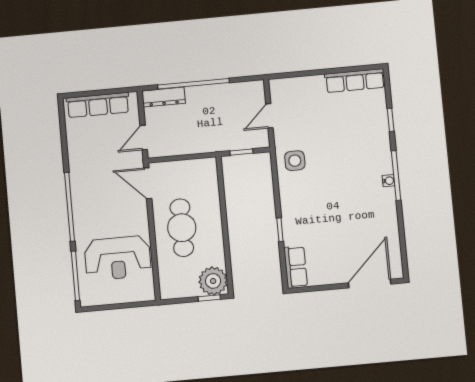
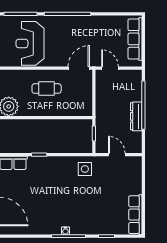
dresser: (164, 97) -> (136, 116), moved
cafe table: (182, 228) -> (47, 89), width x0.73, depth x0.74

